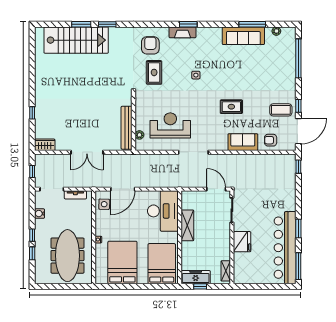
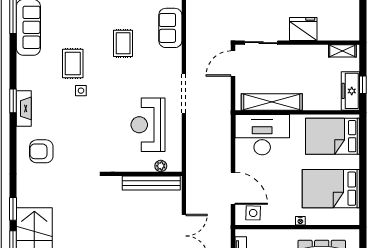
rug: (154, 72) -> (73, 64), moved, turned 90
shelving: (187, 225) -> (272, 102), width x1.47

